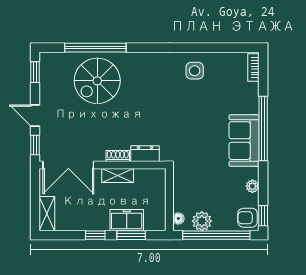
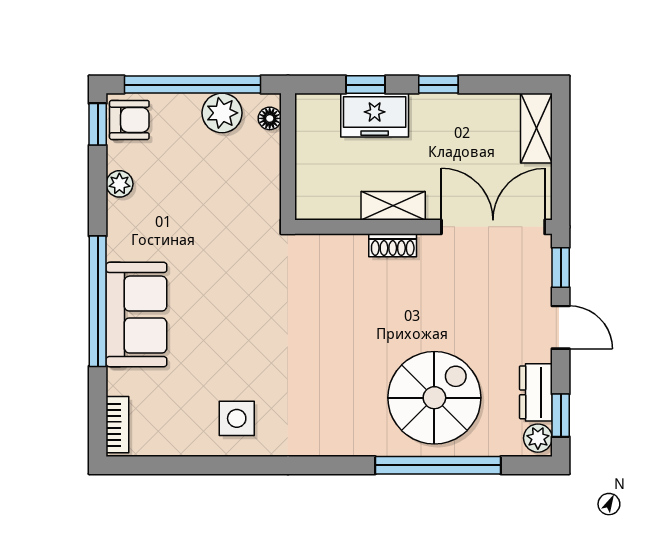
plant: (46, 61) -> (538, 438), added
sofa: (244, 141) -> (136, 315), moved
dresser: (145, 154) -> (536, 392), moved, turned 90
window: (131, 235) -> (366, 85), width x0.67

